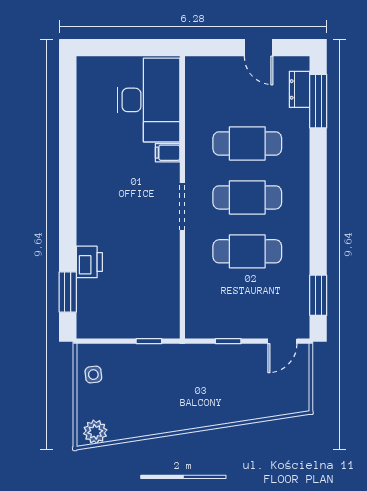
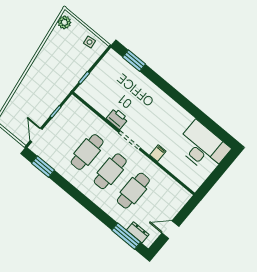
desk: (148, 100) -> (203, 147), moved, turned 180
printer: (89, 262) -> (117, 119), moved, turned 180

